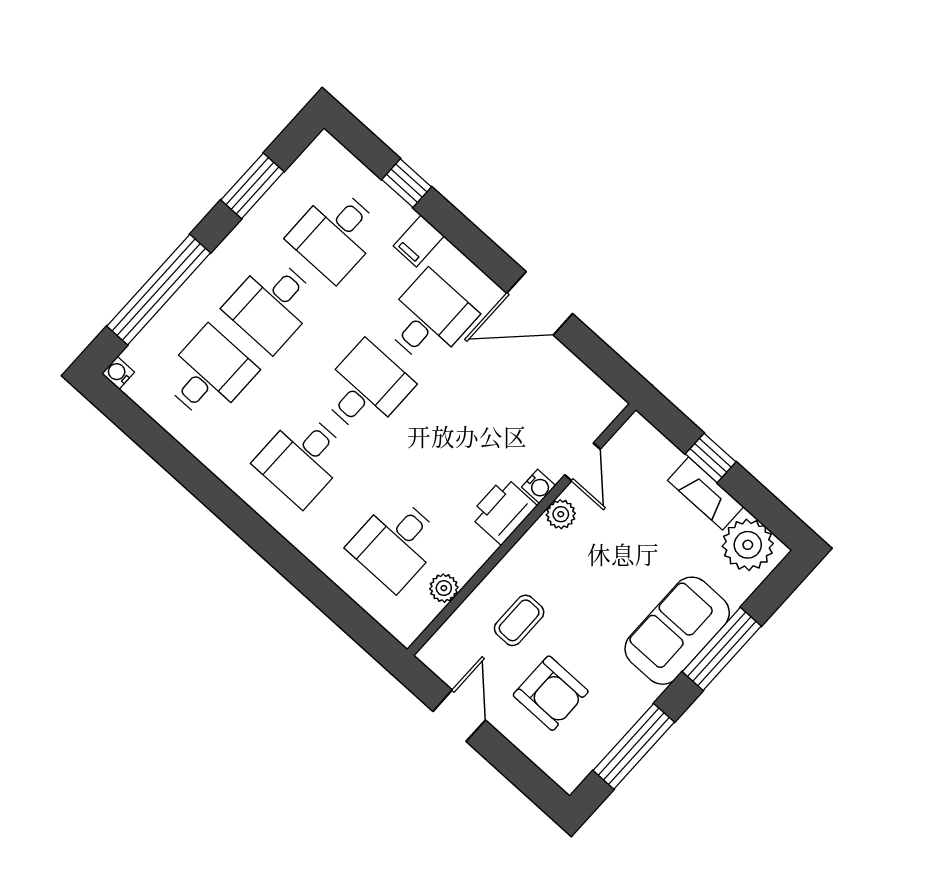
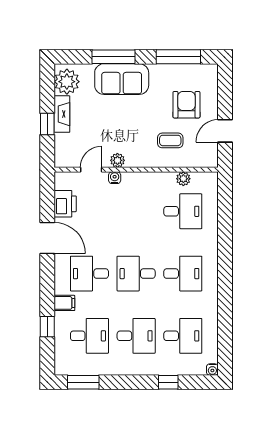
window: (252, 186) -> (83, 382), moved
window: (159, 290) -> (168, 382), width x0.32
desk: (209, 374) -> (183, 336), turned 180
printer: (503, 511) -> (65, 204), moved, turned -90

